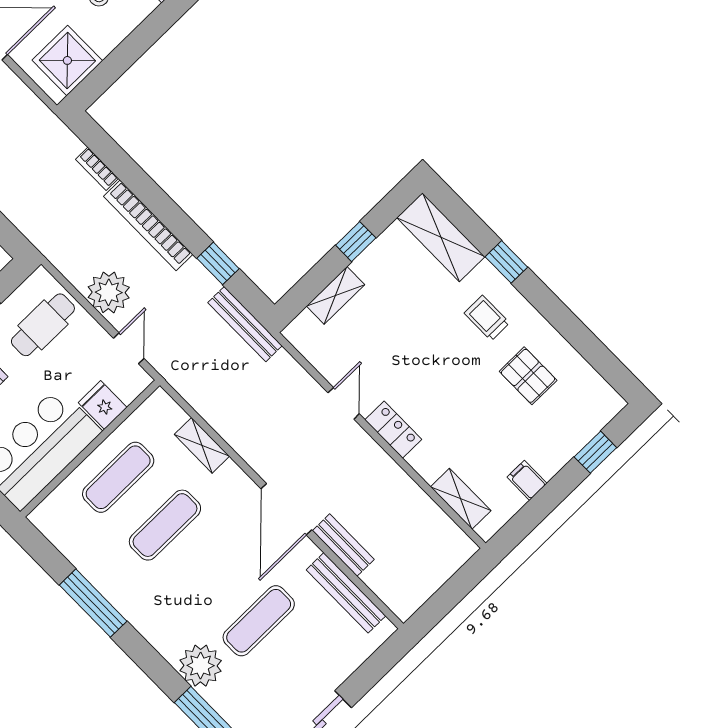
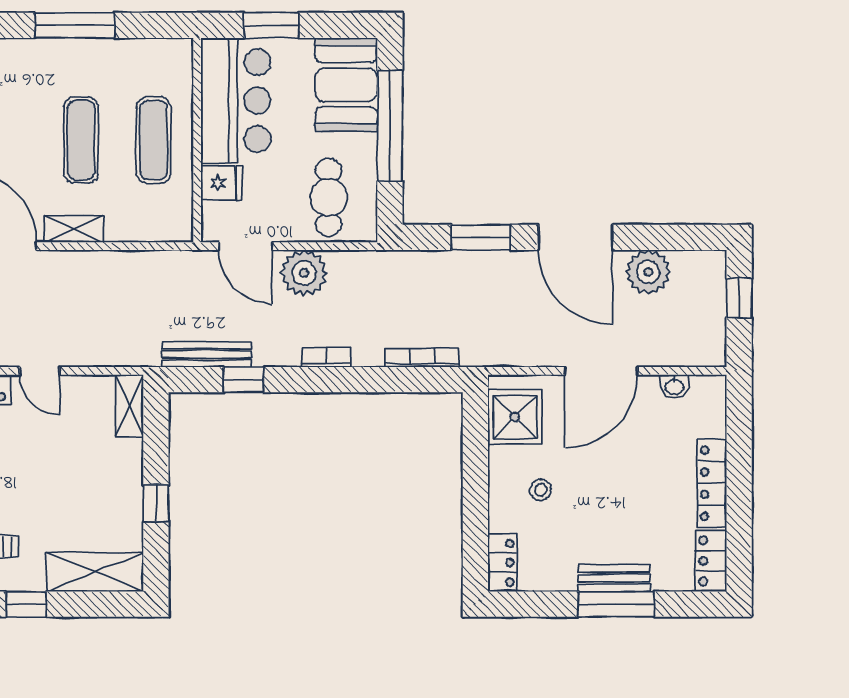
bookcase: (97, 169) -> (422, 358), width x1.56
bookcase: (148, 225) -> (326, 357), width x0.43, depth x0.76
shelving: (336, 295) -> (130, 406), moved
bench: (245, 324) -> (206, 355), moved
door: (129, 348) -> (245, 246), width x1.38
shelving: (202, 445) -> (74, 229), moved

